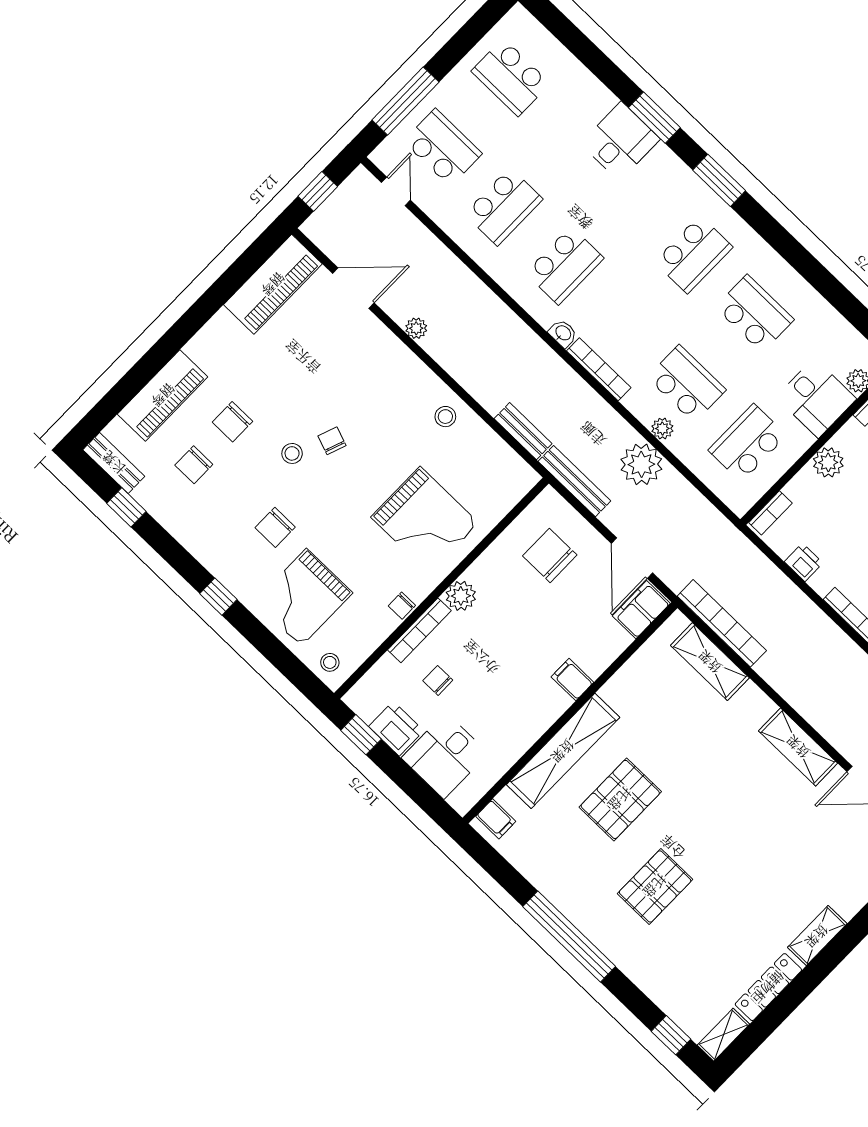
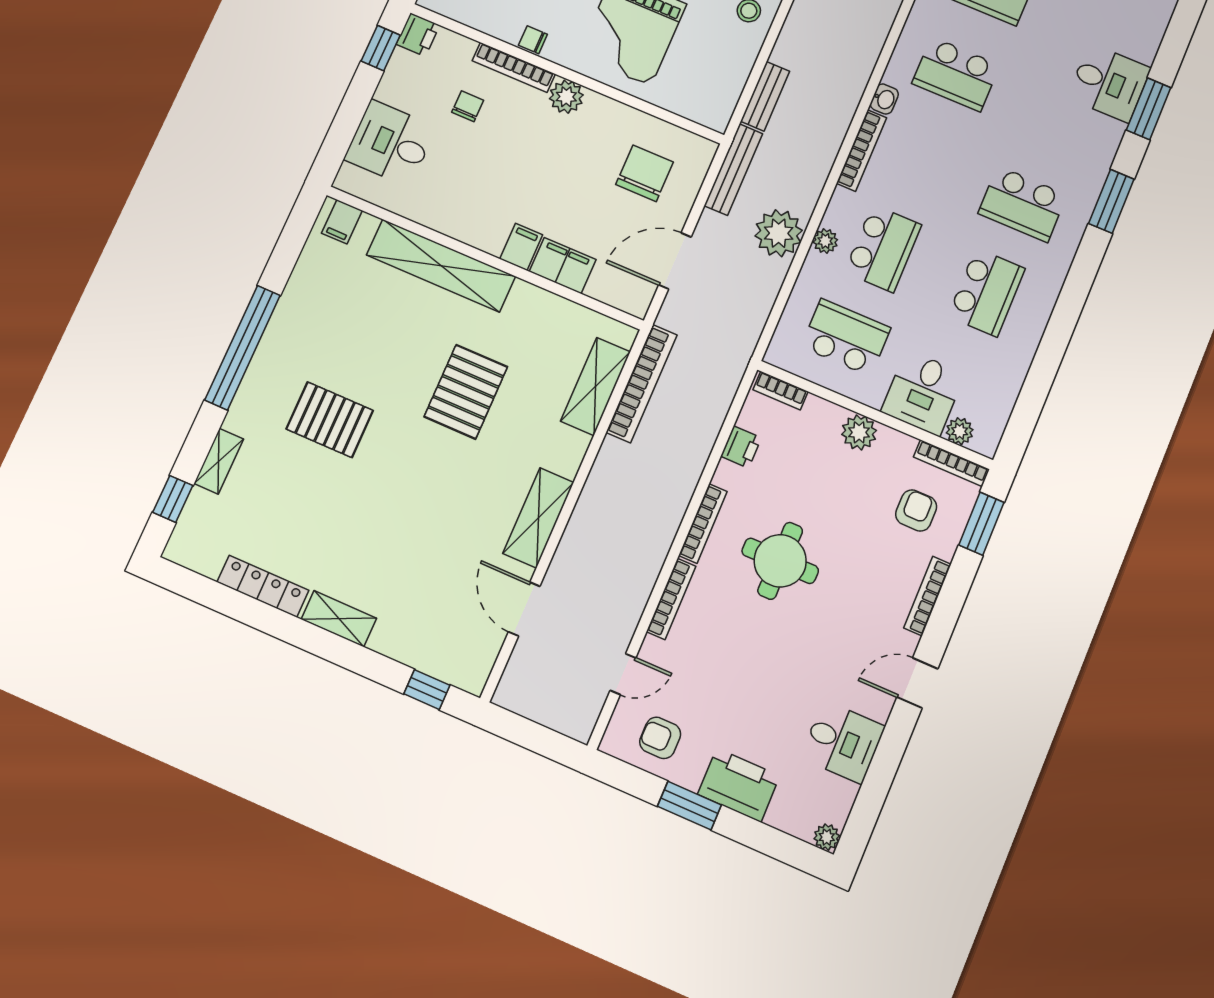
filing cabinet: (641, 610) -> (563, 266), moved
printer: (396, 729) -> (418, 35), moved, width x0.73, depth x0.81
pallet: (620, 799) -> (466, 392), moved, turned 90
shelving: (723, 1035) -> (219, 461), moved, turned 90

